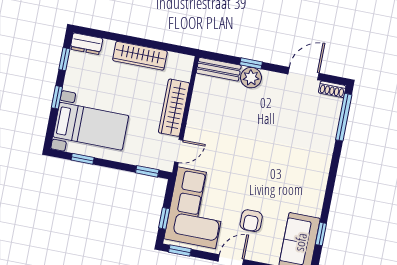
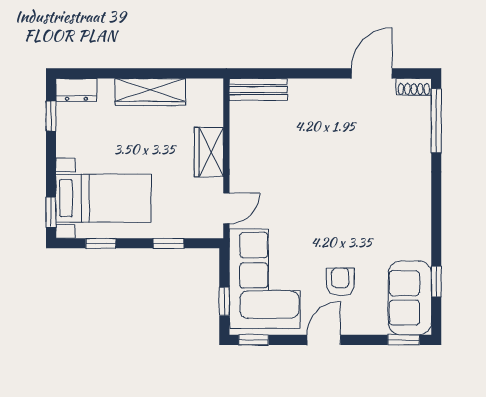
window: (251, 63) -> (300, 73), removed
plant: (251, 78) -> (303, 92), removed
window: (57, 97) -> (51, 212), moved
wardrobe: (174, 108) -> (209, 152), width x0.67
window: (147, 171) -> (168, 243), moved
armchair: (251, 221) -> (340, 282), turned 180

